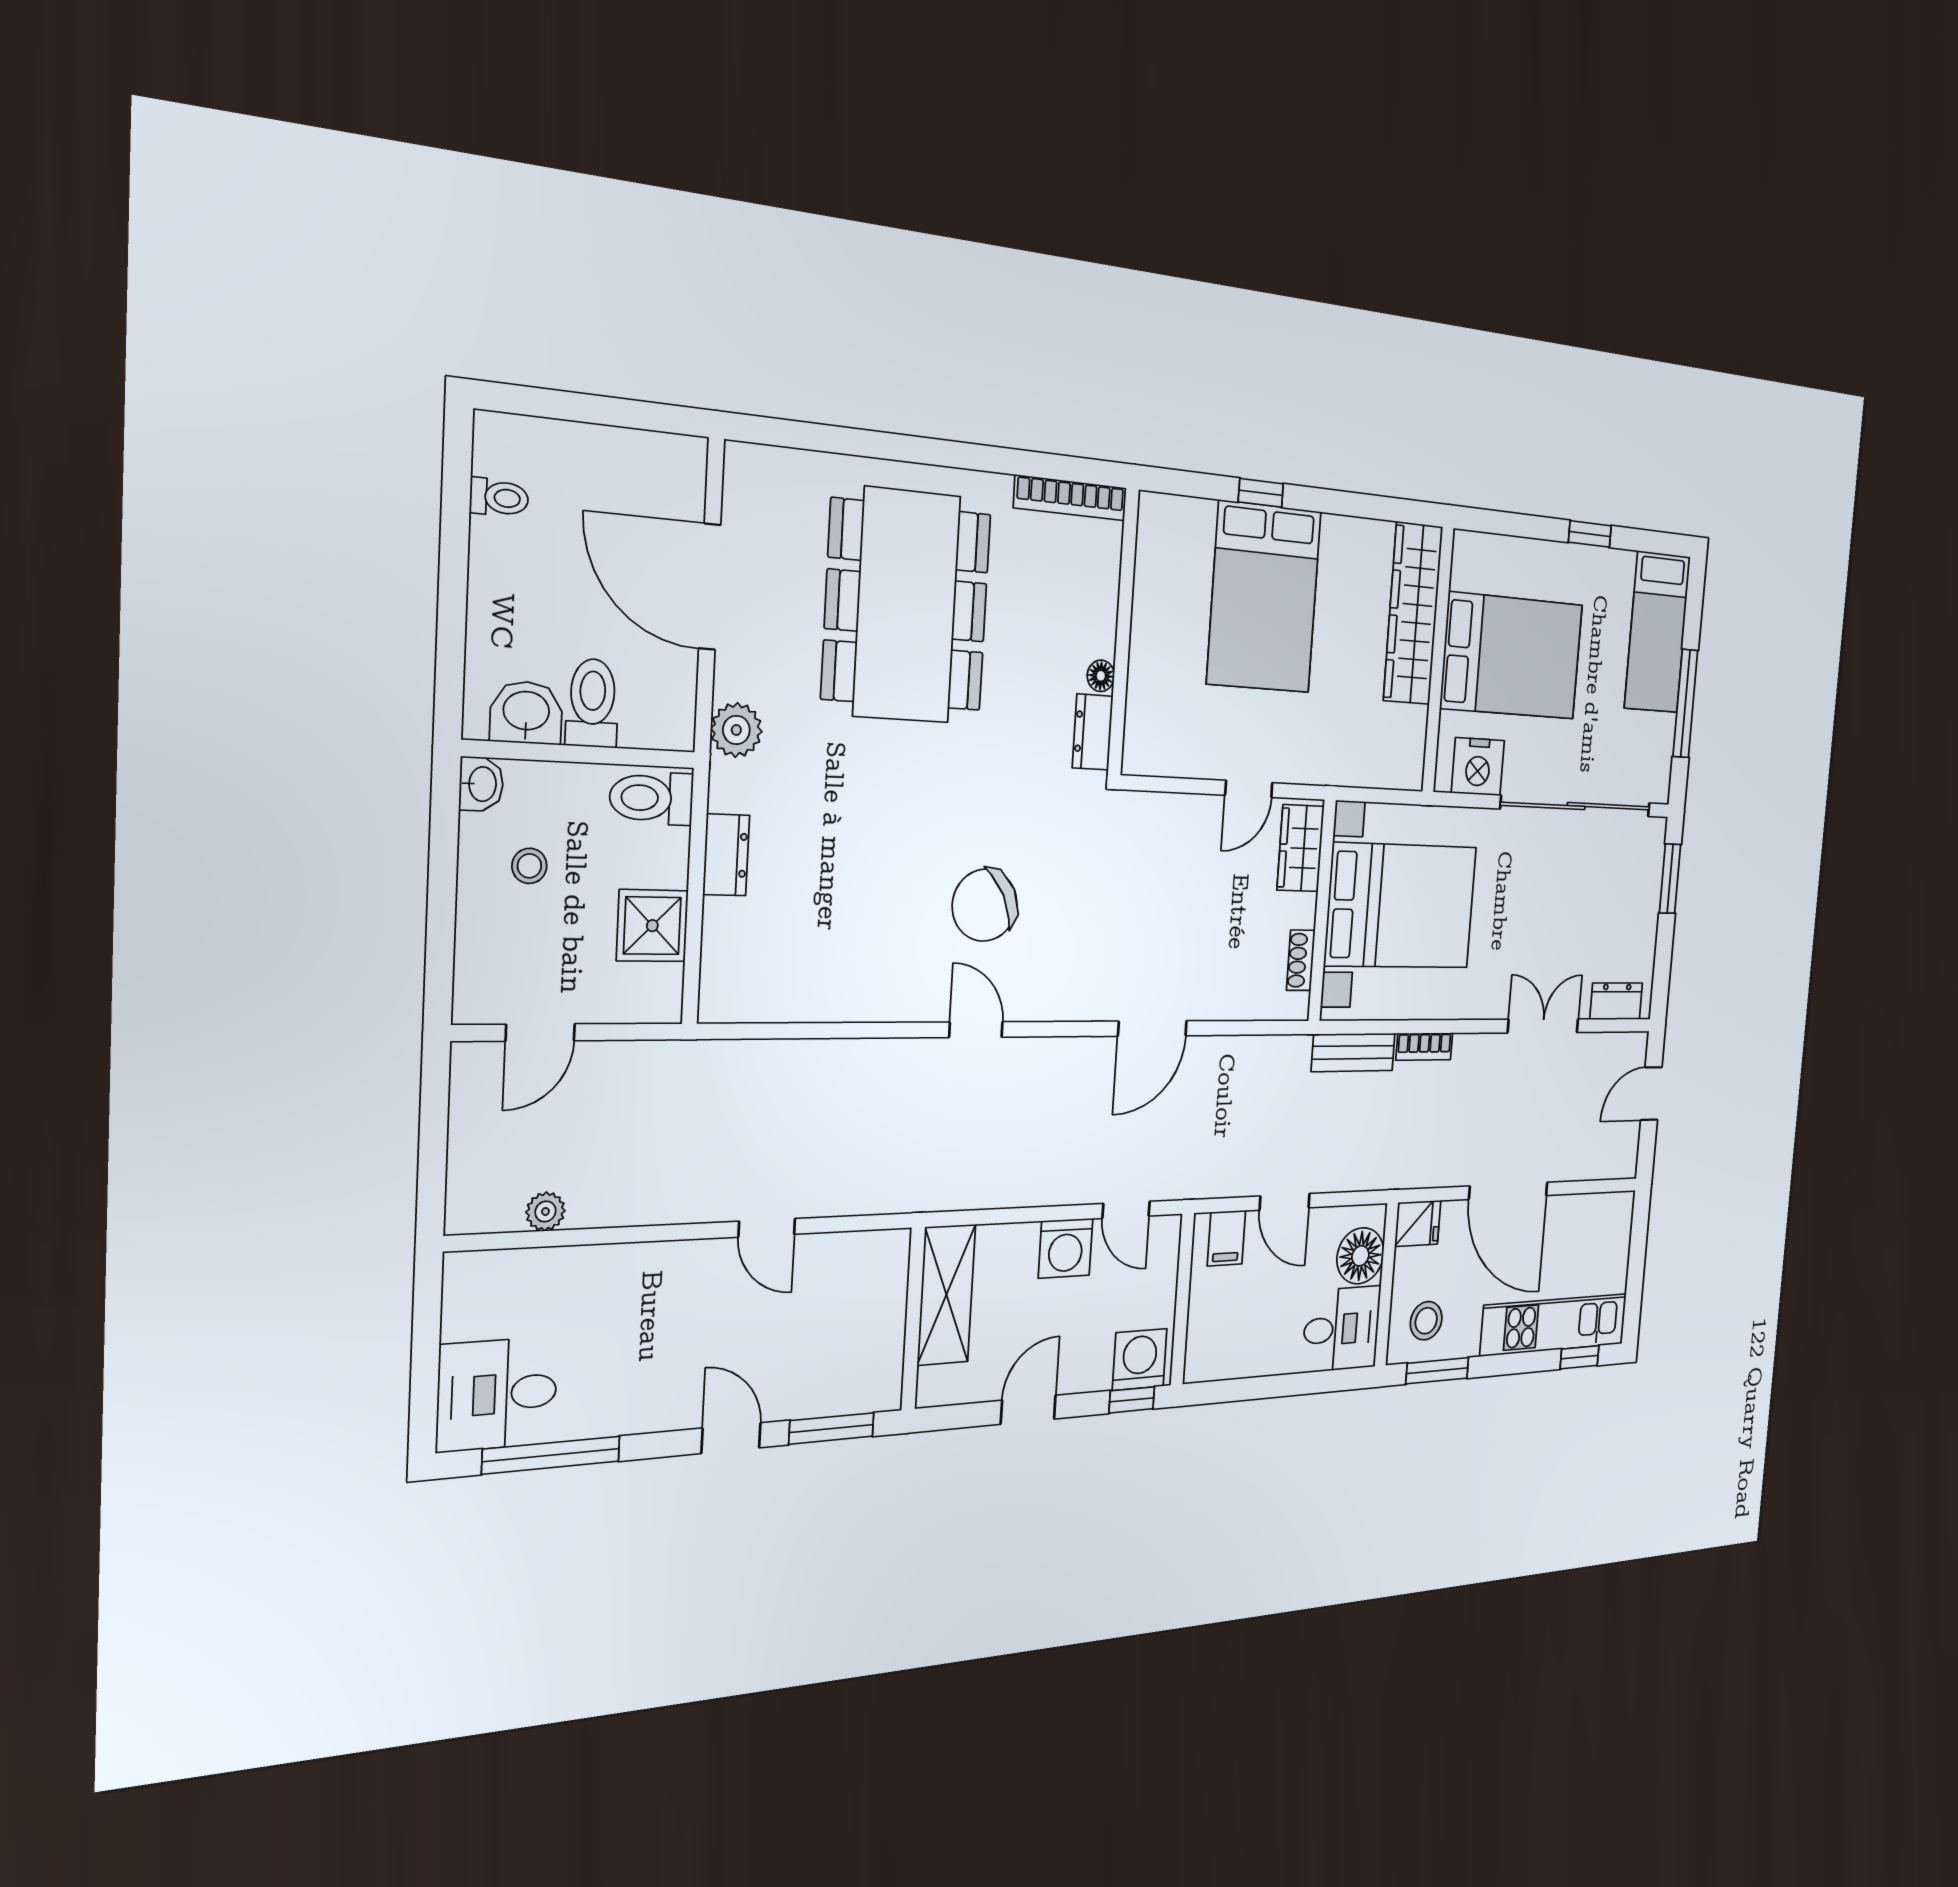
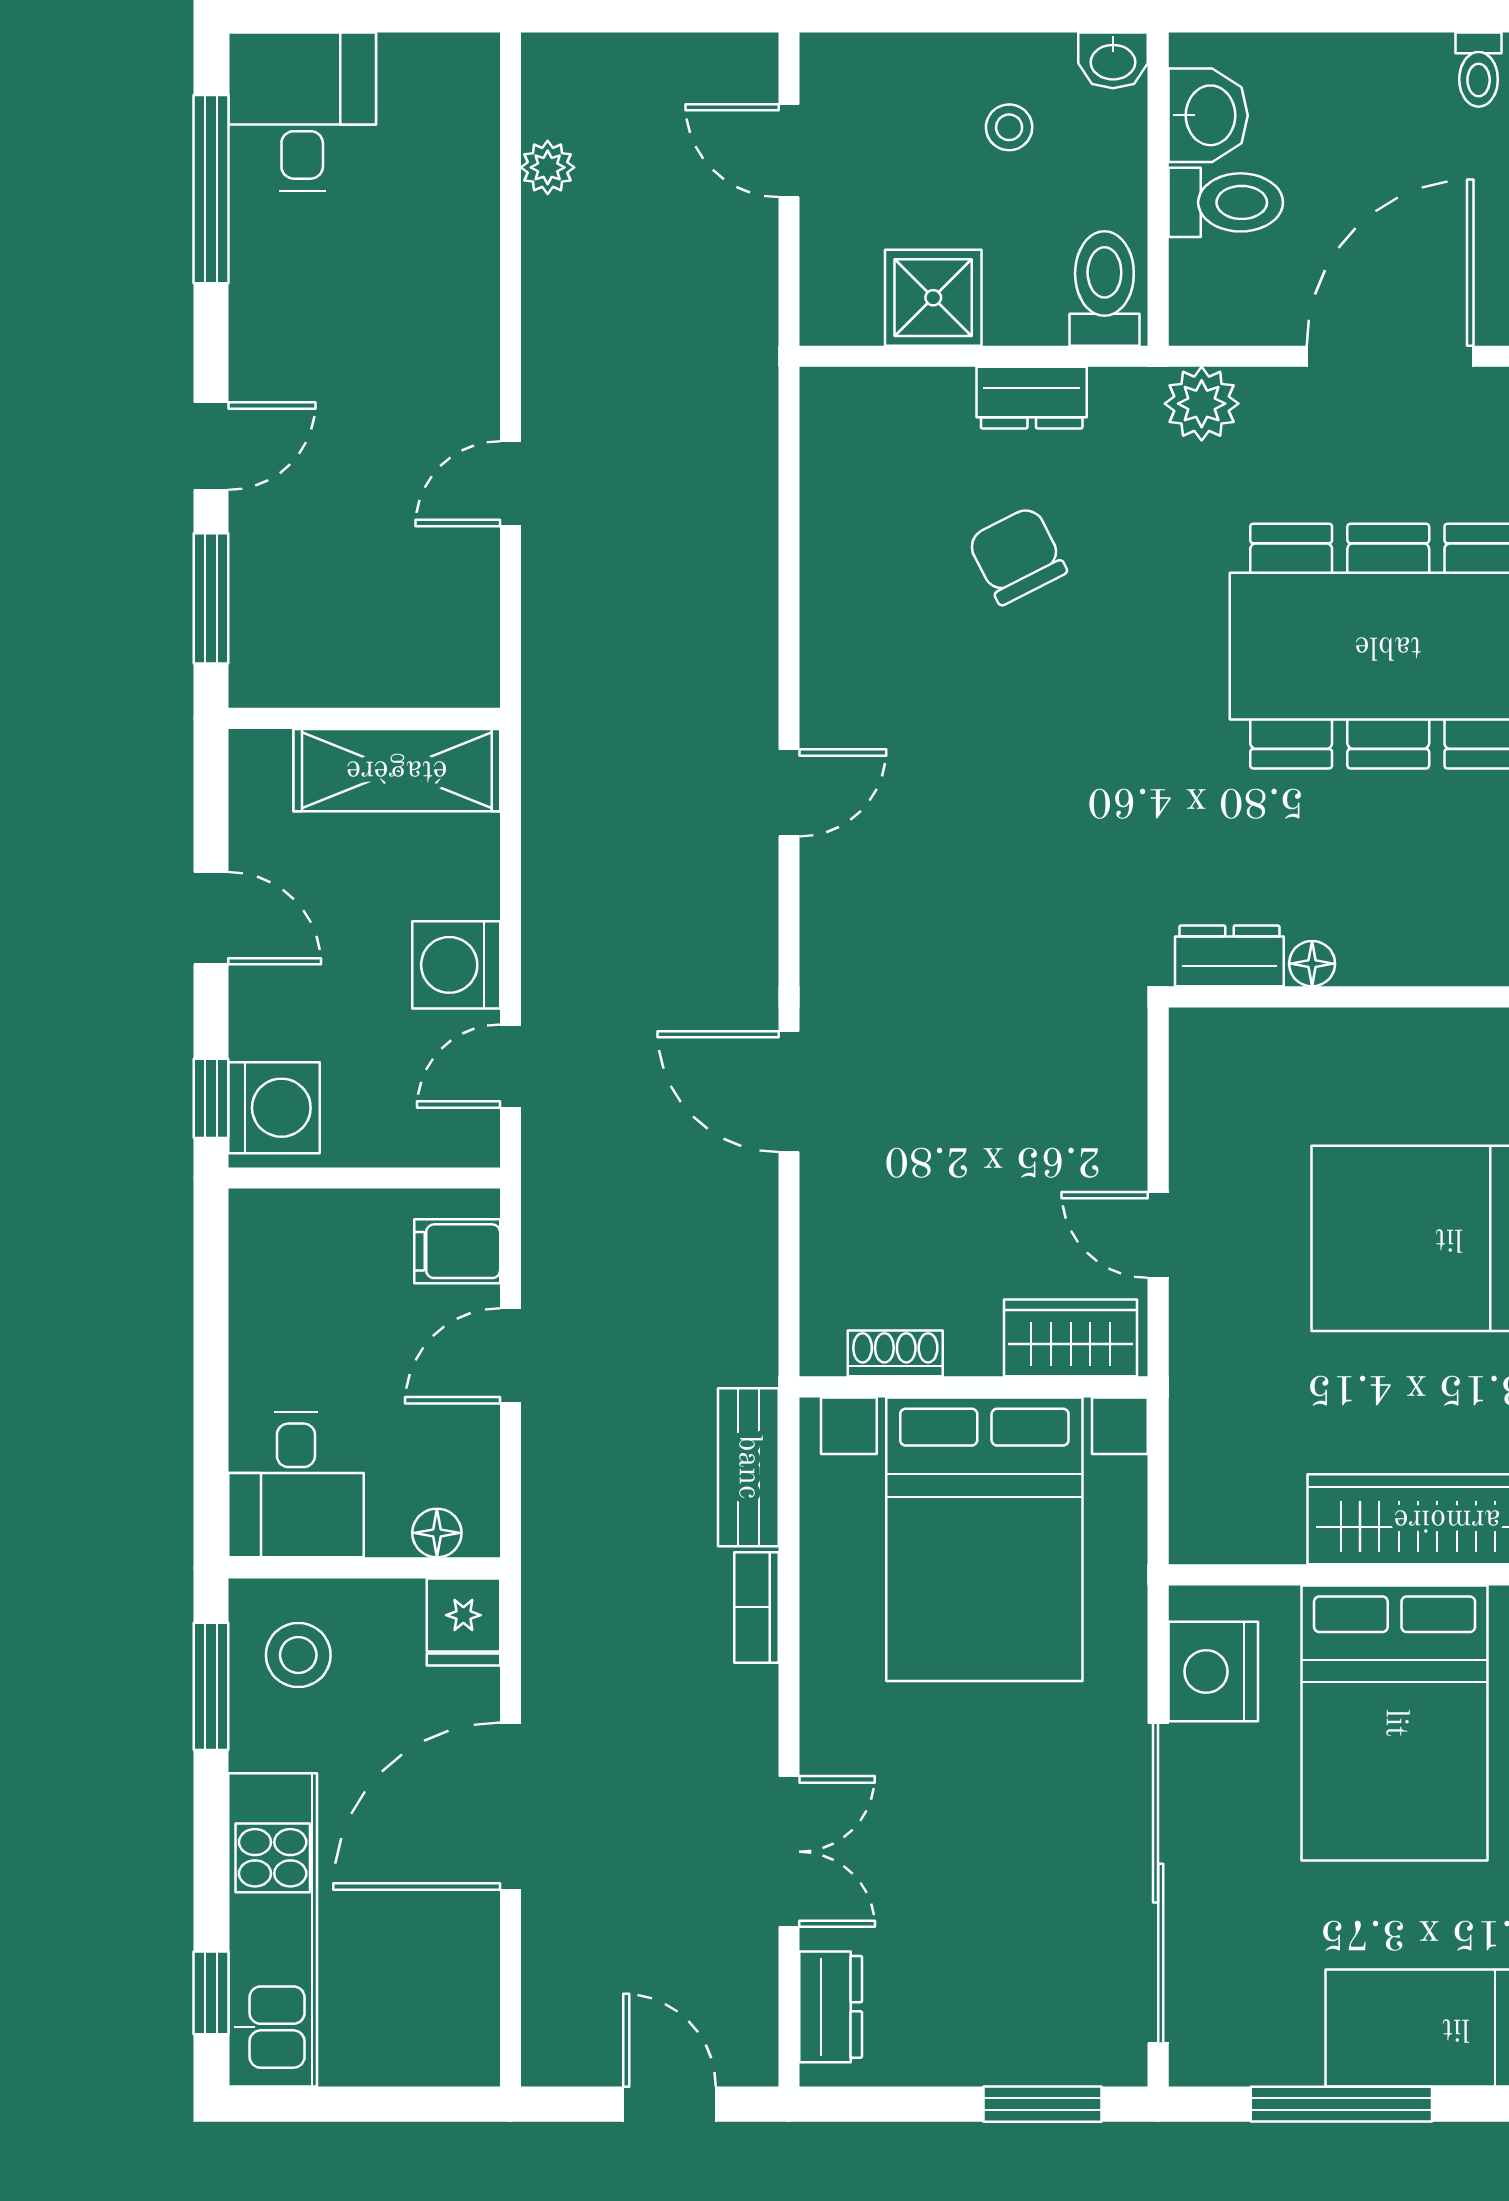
chair: (985, 905) -> (1017, 555), moved, width x0.73, depth x0.73
floor lamp: (1360, 1256) -> (437, 1533), width x0.53, depth x0.53

